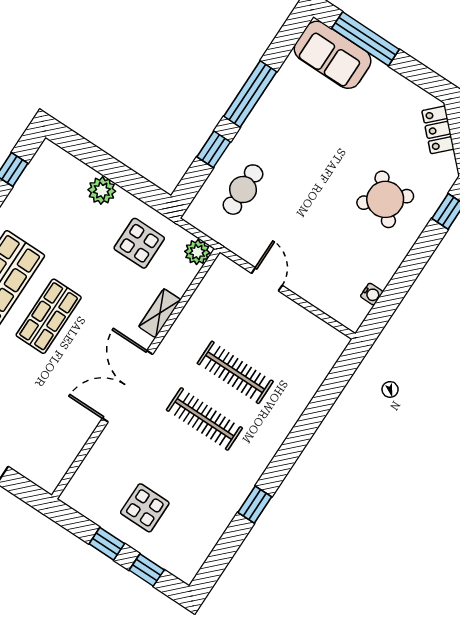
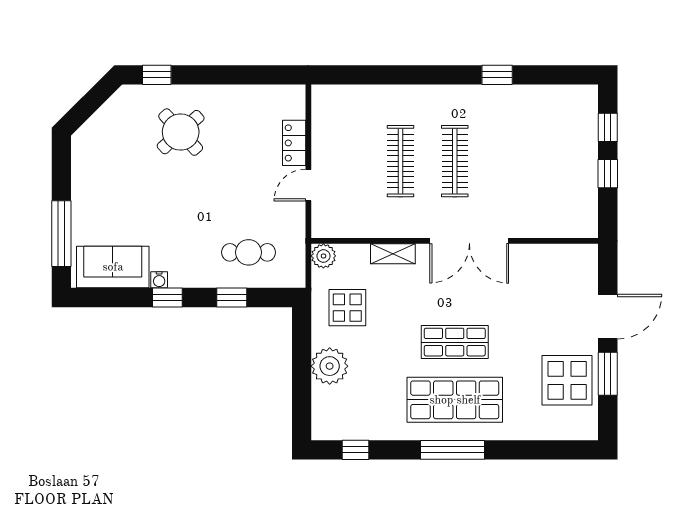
sofa: (333, 55) -> (113, 267), moved, turned -90
window: (250, 94) -> (167, 298), width x0.46
locker: (438, 130) -> (294, 143), moved, turned 135
plant: (102, 191) -> (330, 366), width x1.36, depth x1.36
water cooler: (372, 294) -> (159, 280), moved, turned 180
display table: (145, 508) -> (558, 162), removed

